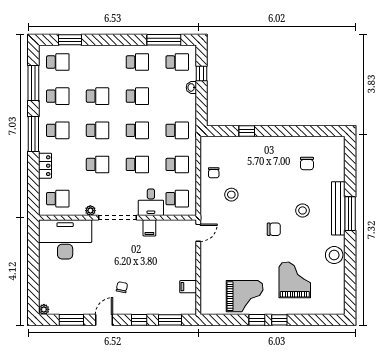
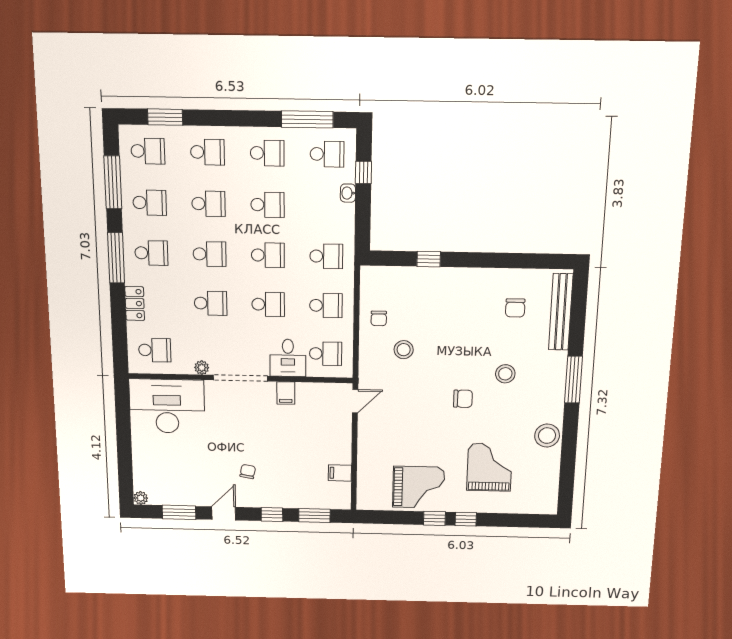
school desk: (98, 62) -> (207, 152), added
bench: (338, 208) -> (561, 312), moved

